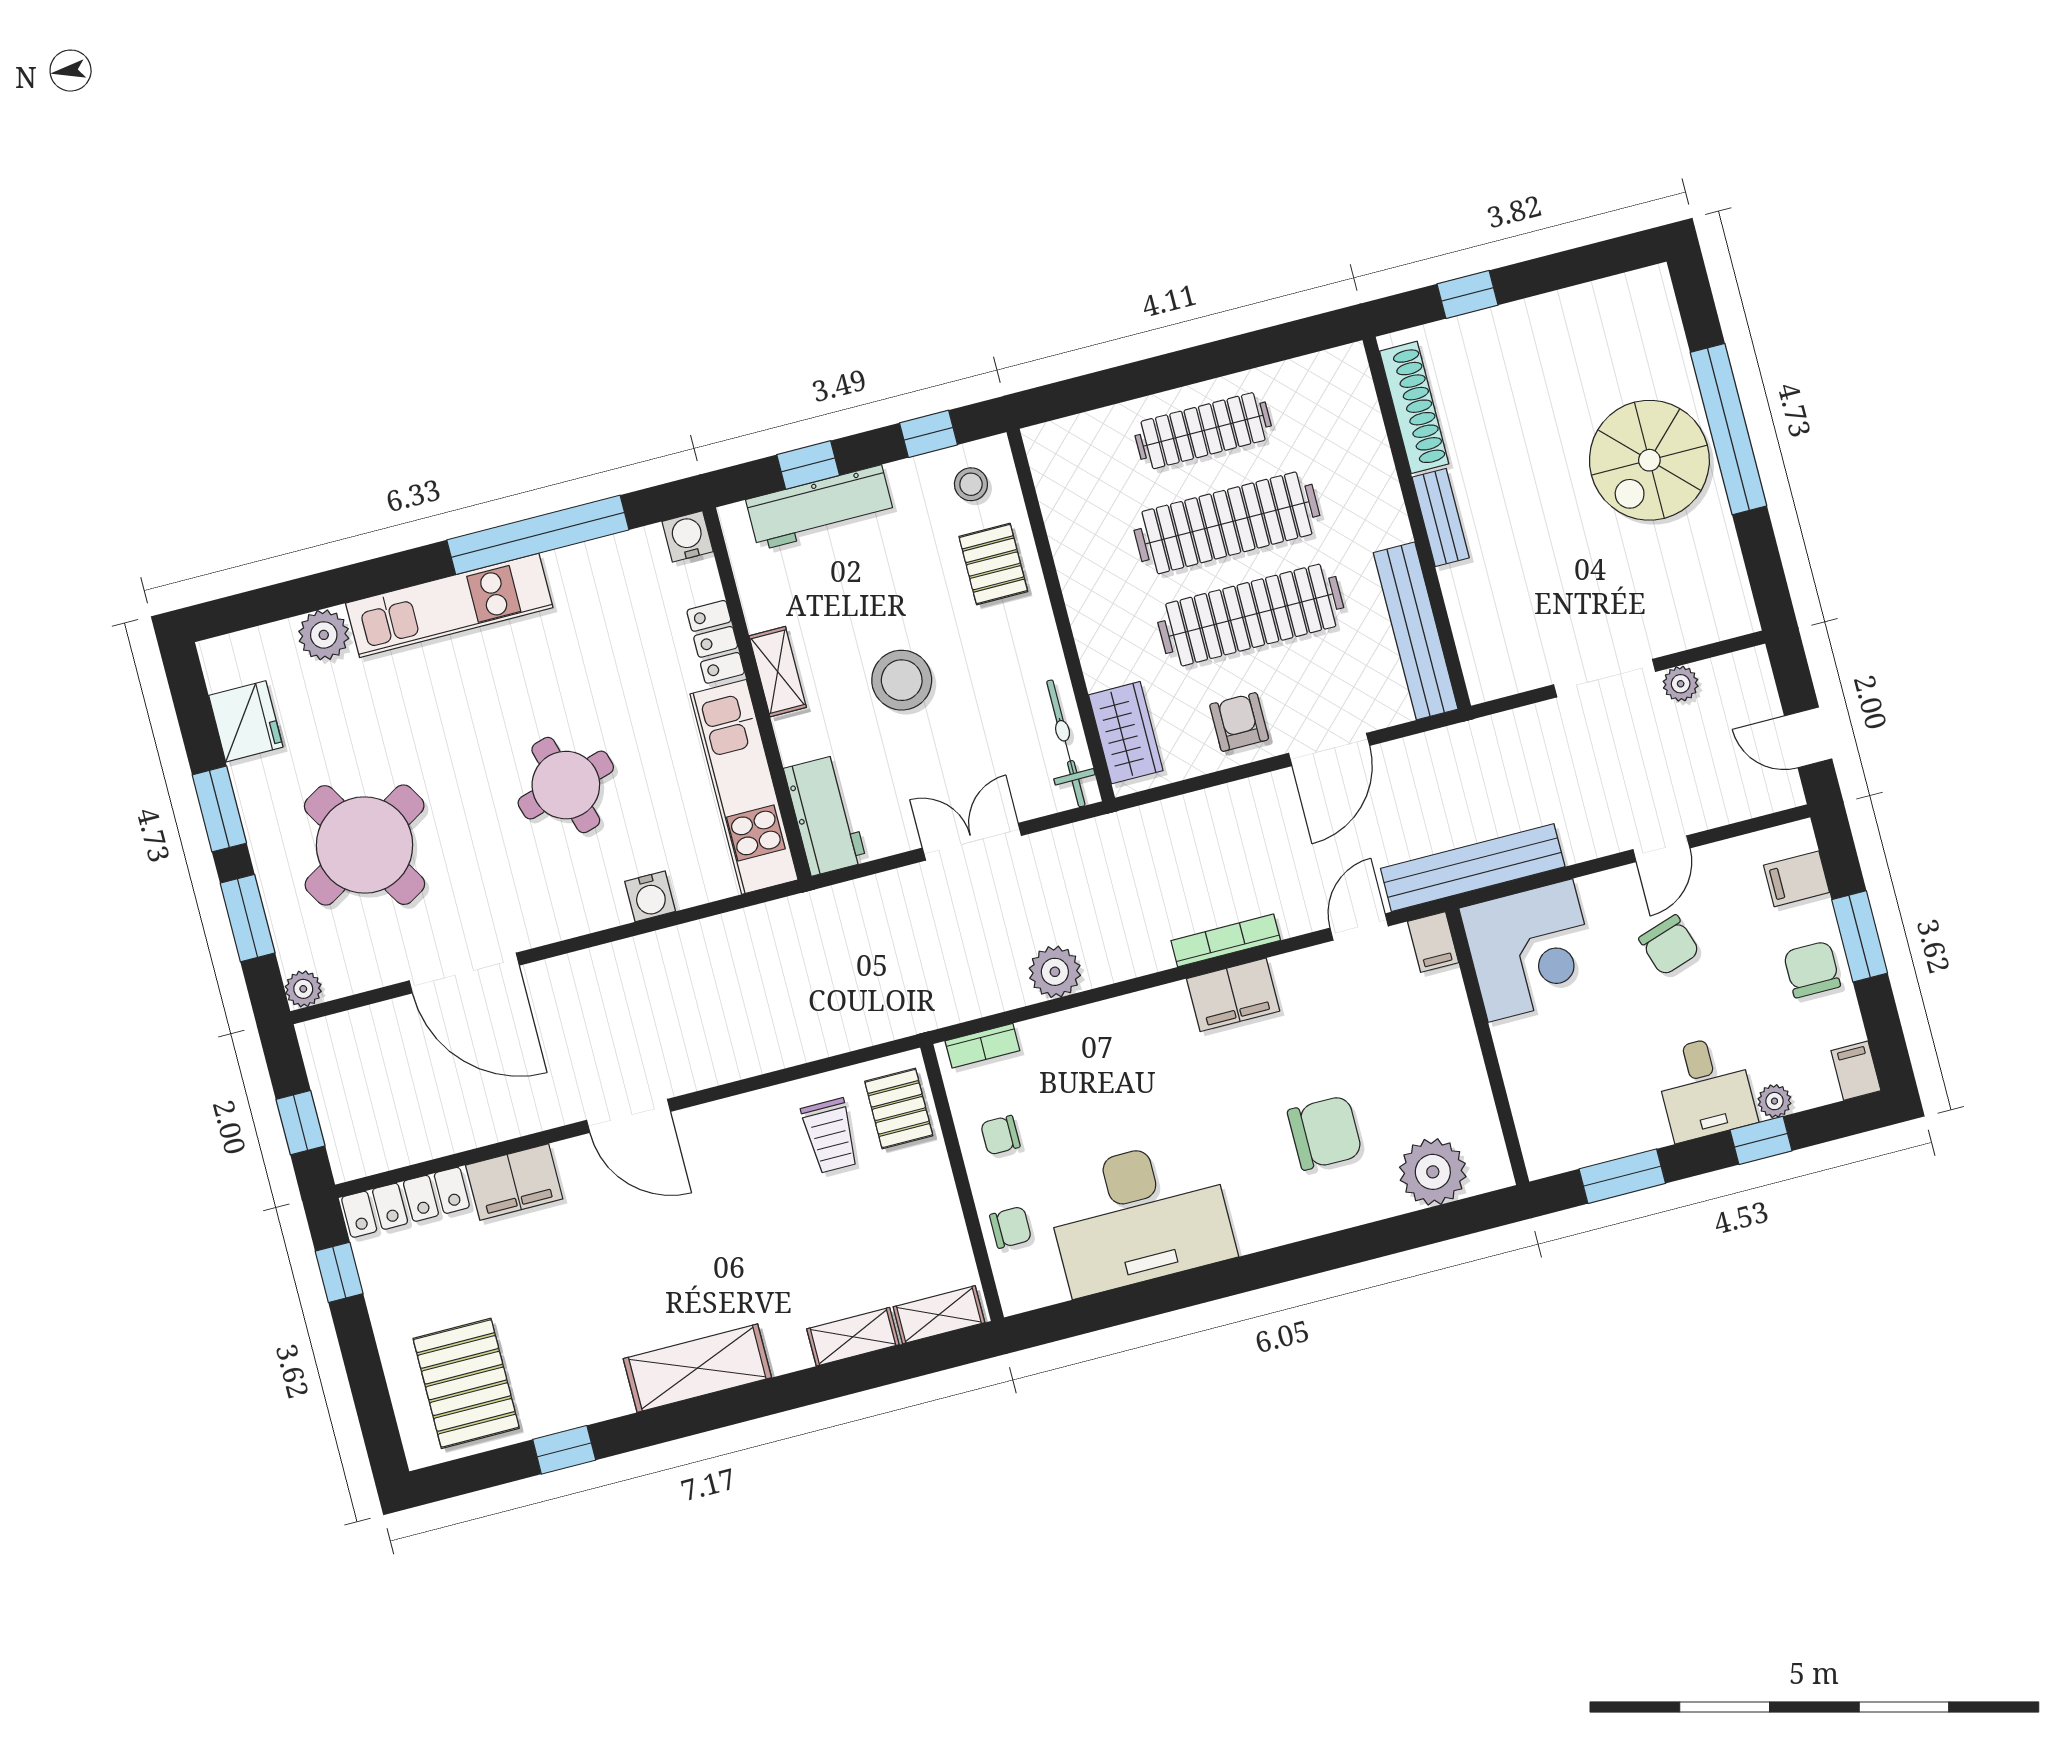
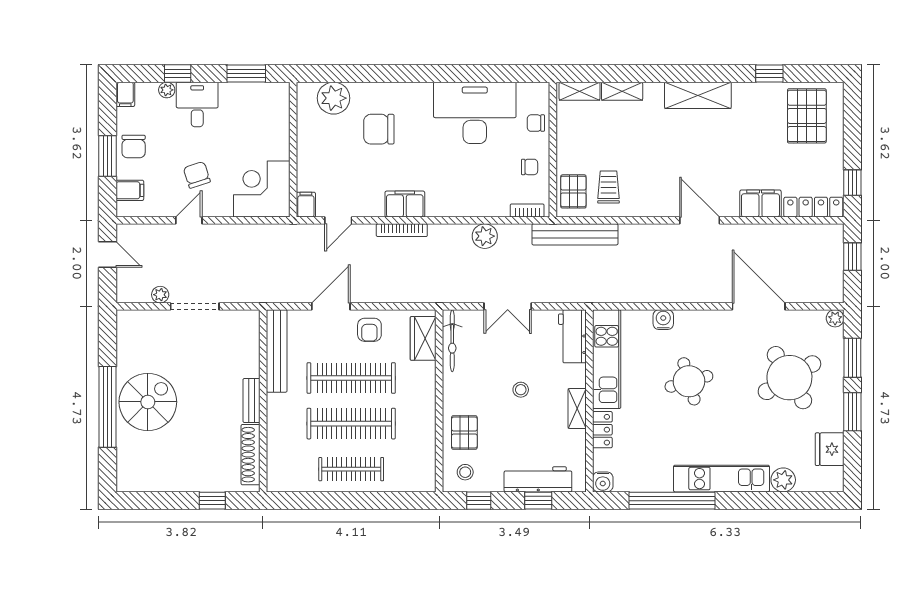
stool: (902, 680) -> (521, 390), width x0.53, depth x0.53
bench: (1473, 868) -> (575, 234), moved

